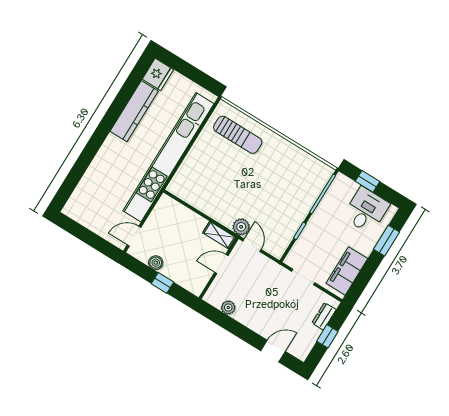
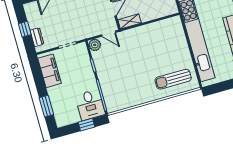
desk: (366, 210) -> (90, 105), moved
plant: (241, 227) -> (95, 45), moved

